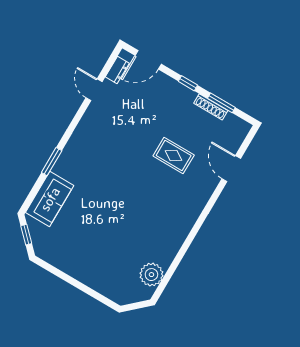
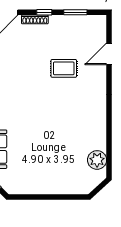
shoe rack: (211, 107) -> (35, 19), moved
door: (231, 169) -> (109, 54), hinge flipped

